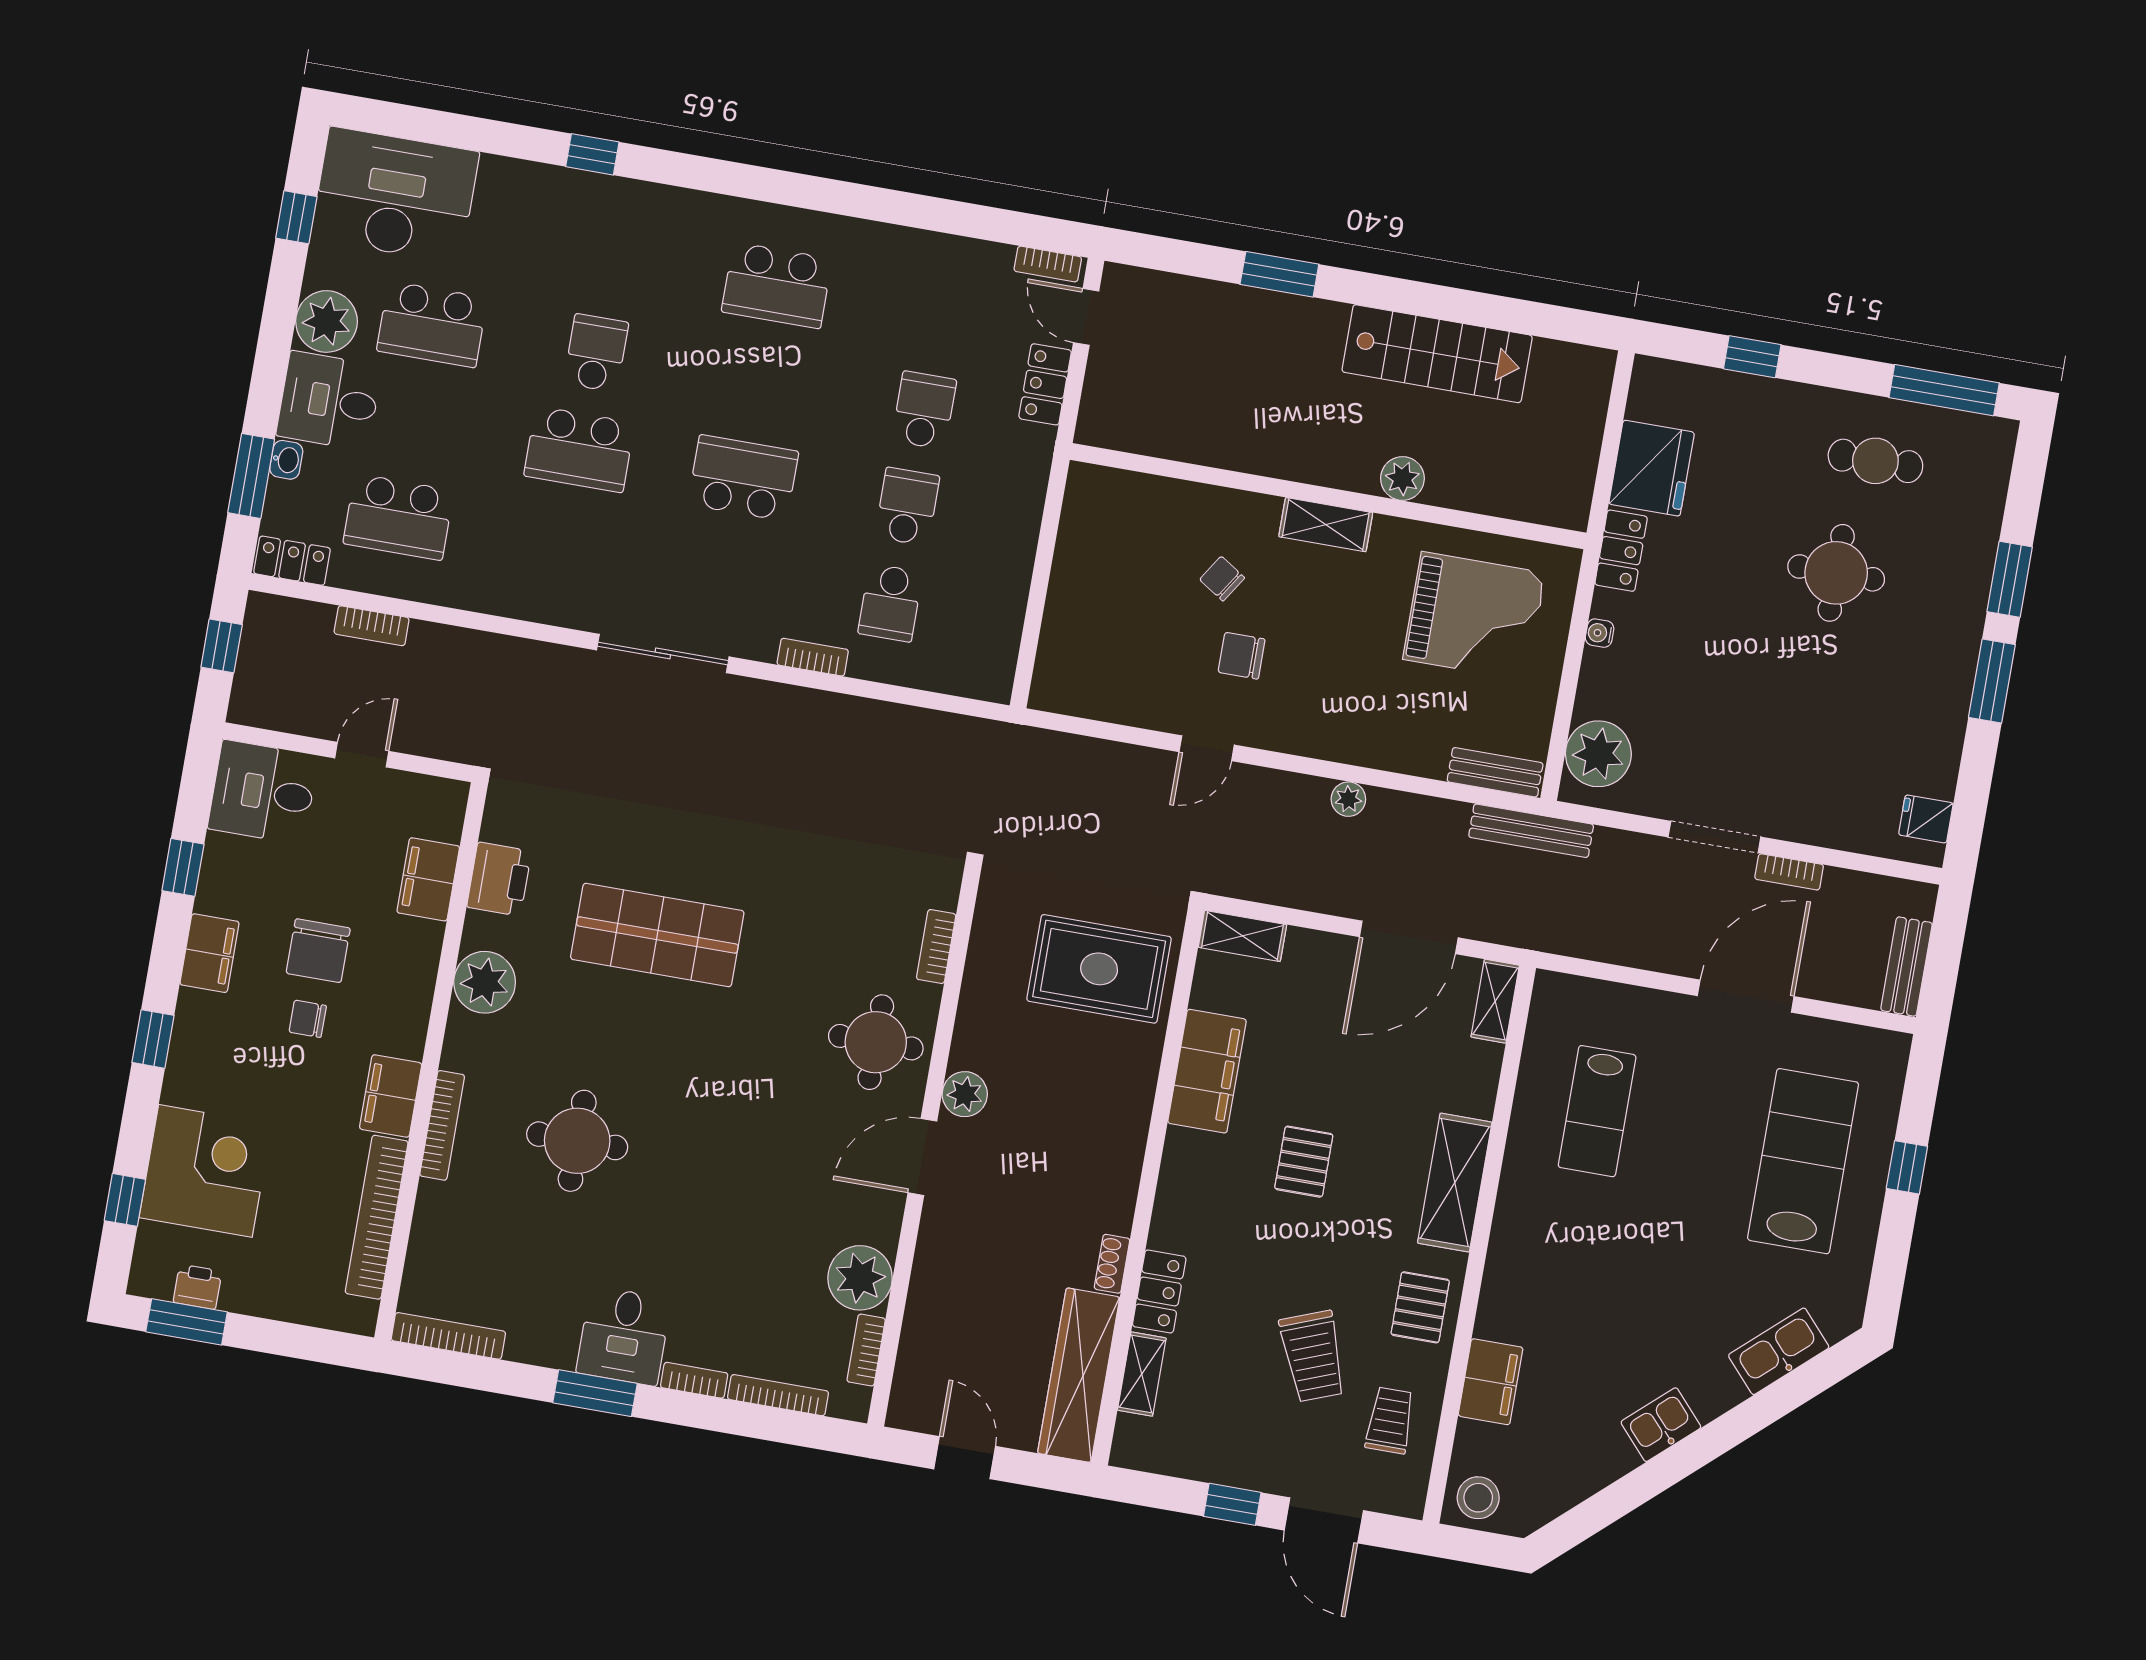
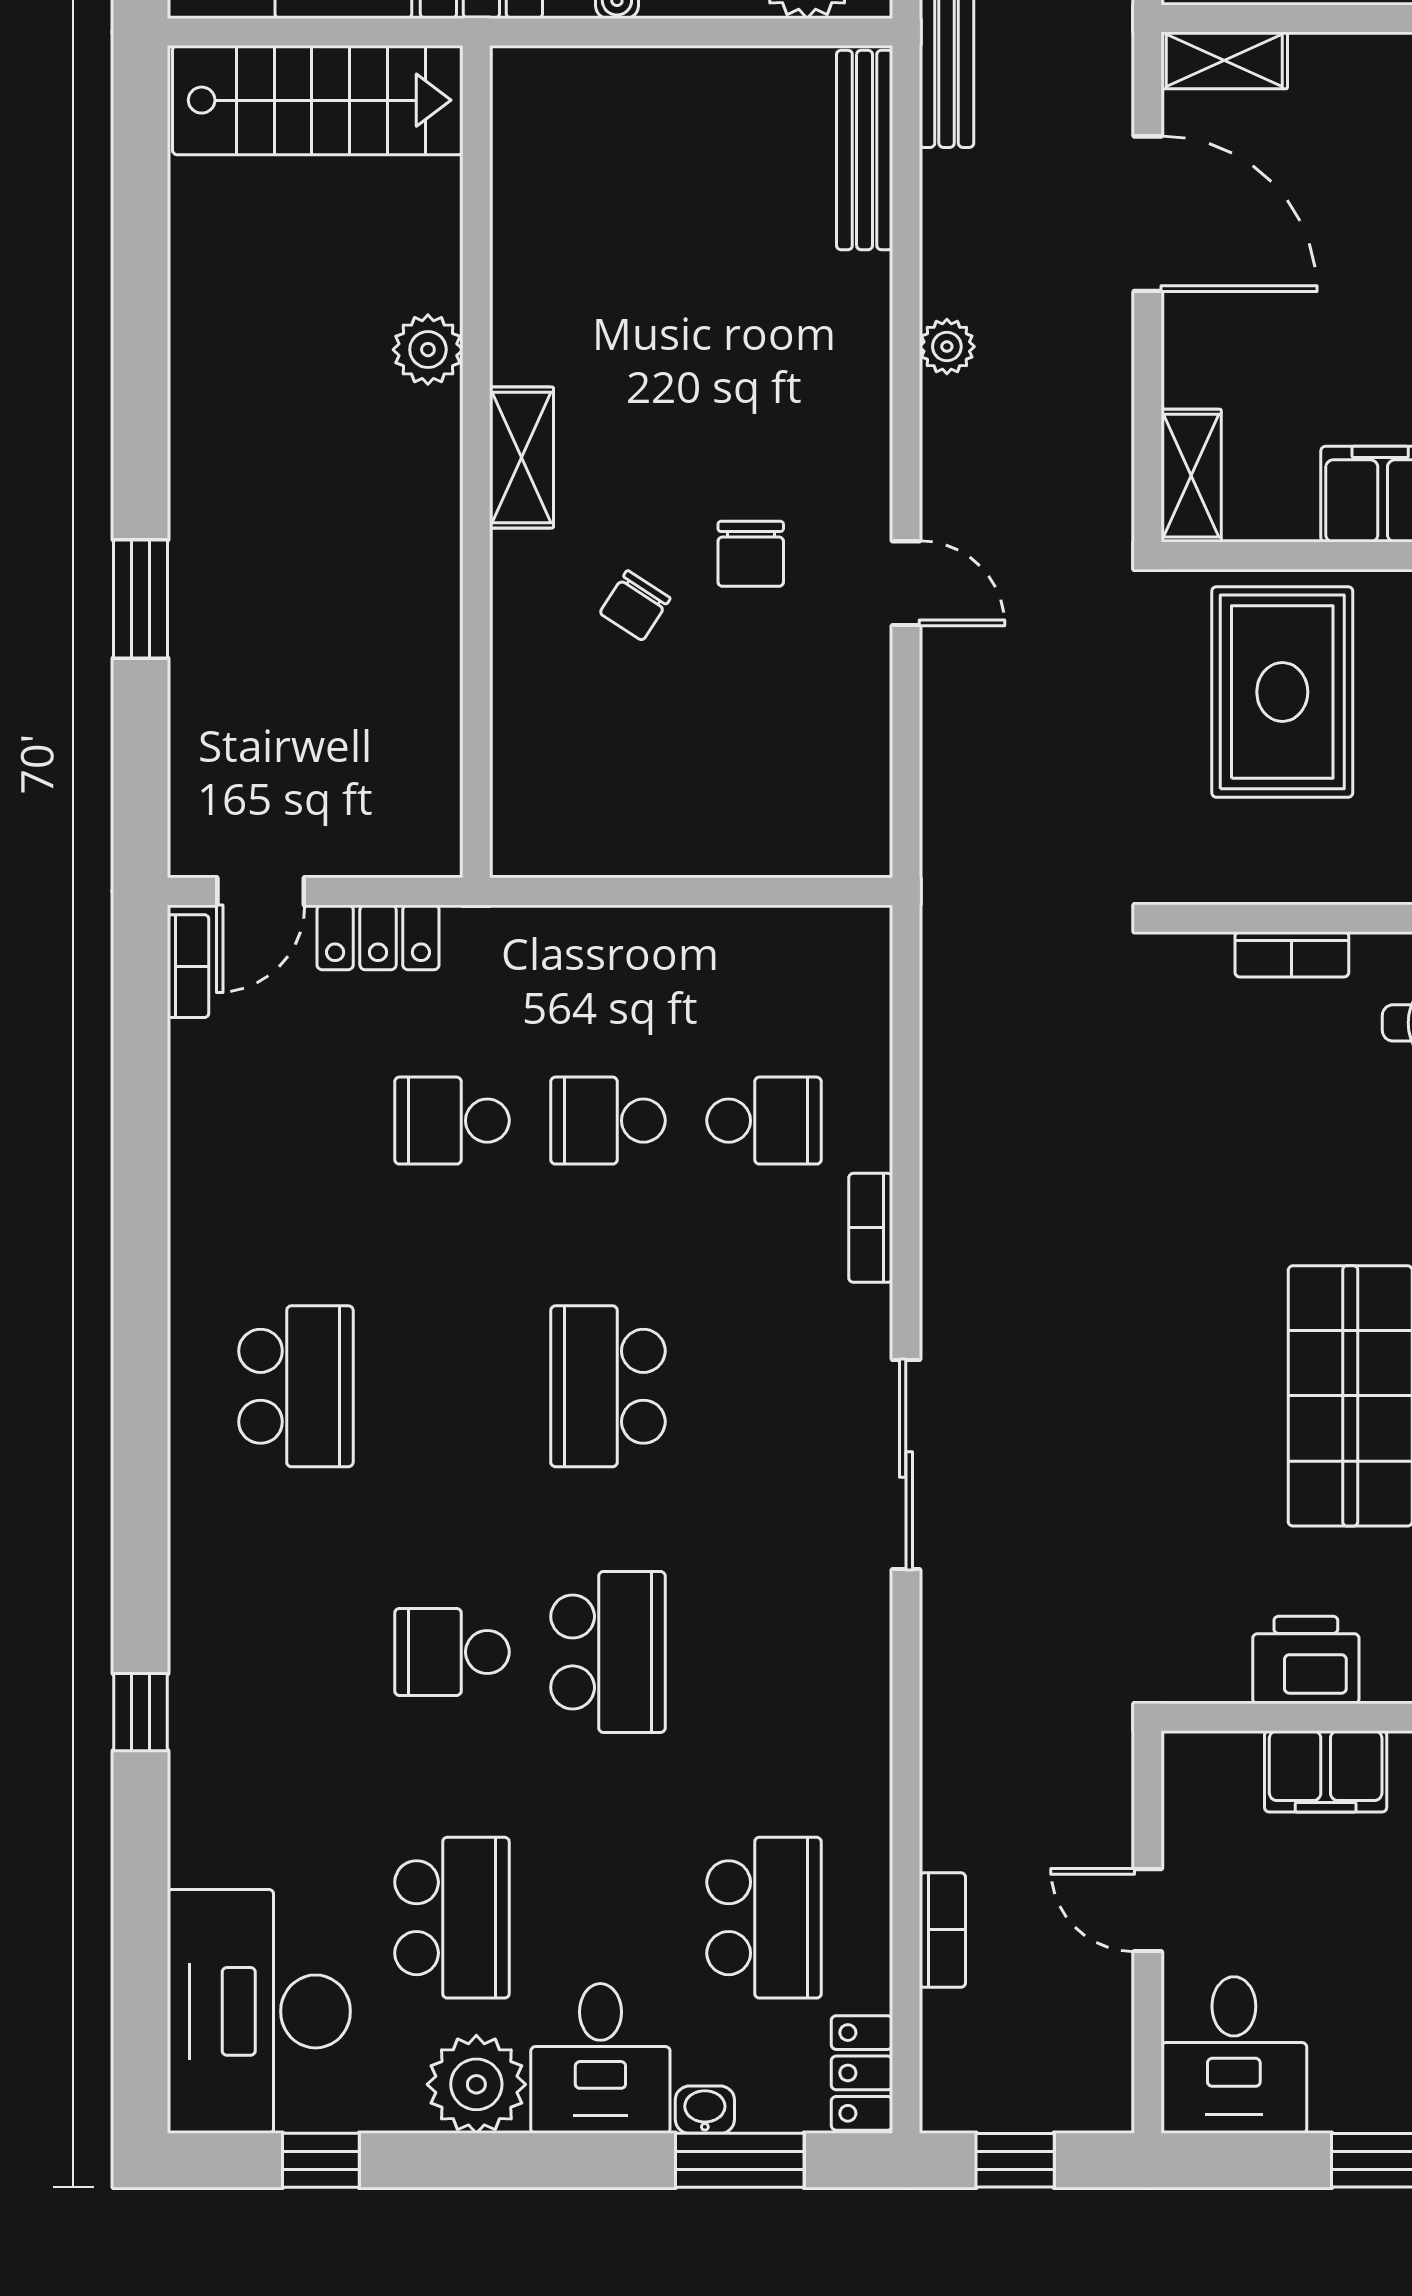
stairs: (1437, 354) -> (318, 100), moved, turned 90
grand piano: (1474, 616) -> (625, 199), removed
bench: (1495, 772) -> (865, 150), width x1.36

